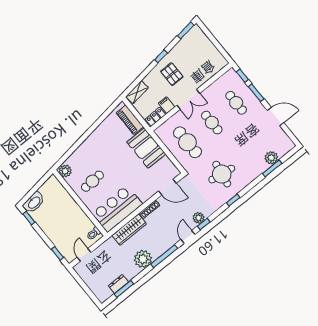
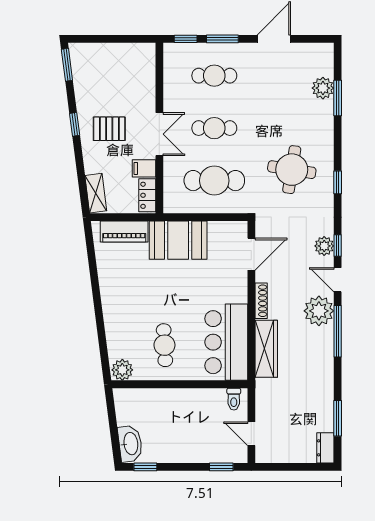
plant: (143, 259) -> (319, 311), moved
dresser: (118, 284) -> (325, 448), moved

